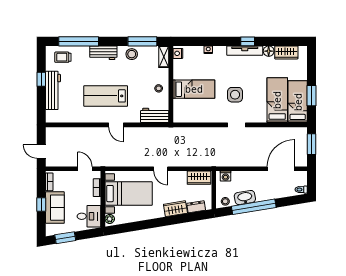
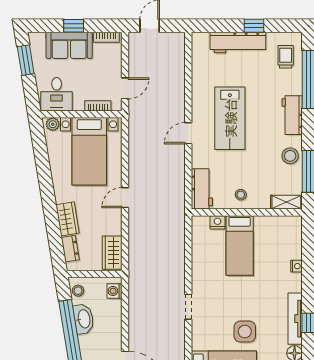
nightstand: (178, 53) -> (218, 222), moved
side table: (235, 95) -> (245, 332), moved
lab bench: (106, 96) -> (230, 118), turned 180

